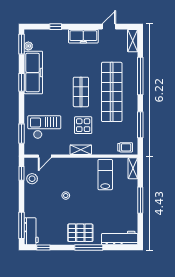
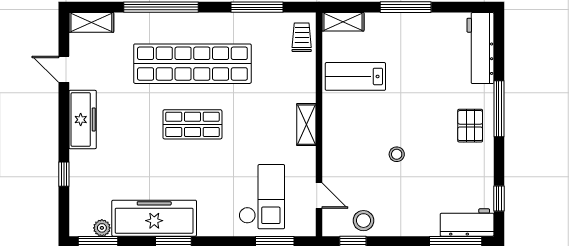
display table: (83, 125) -> (258, 120), removed
checkout: (44, 127) -> (262, 197), turned 180
pallet: (80, 233) -> (470, 126), width x0.67, depth x0.71

